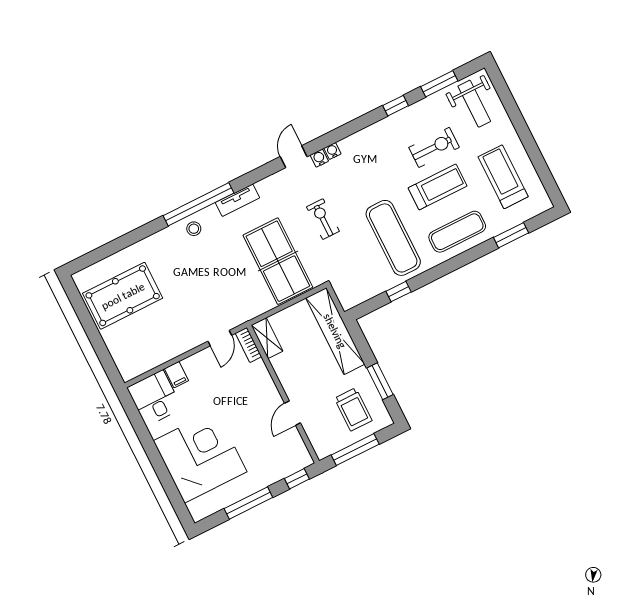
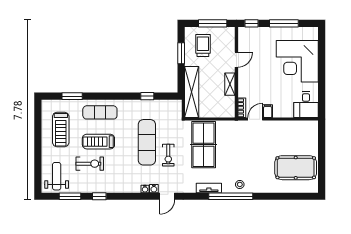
exercise bike: (434, 147) -> (90, 164), turned 180
exercise mat: (393, 238) -> (147, 142), moved
shelving: (267, 338) -> (230, 84), moved
filing cabinet: (176, 375) -> (268, 111), moved

